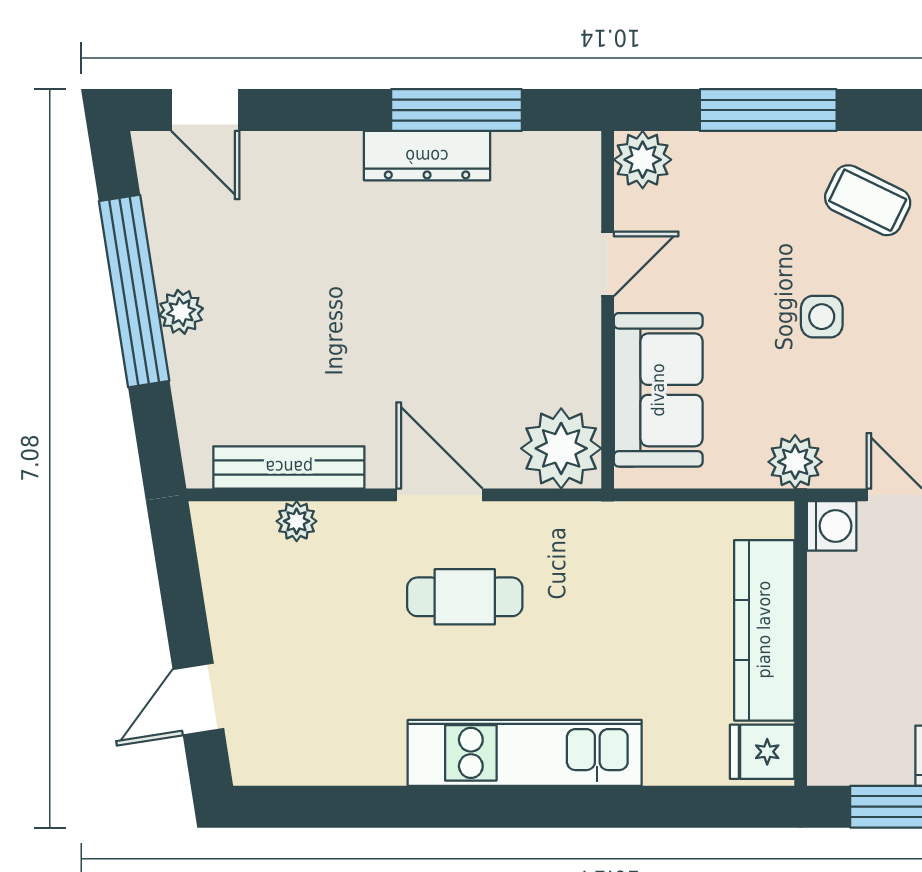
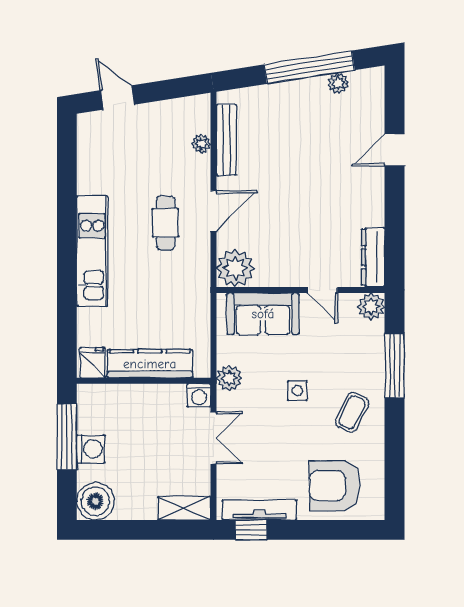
door: (205, 110) -> (395, 150), moved
window: (456, 110) -> (395, 219), removed
dresser: (427, 156) -> (373, 257), moved
plant: (181, 312) -> (338, 83), moved

